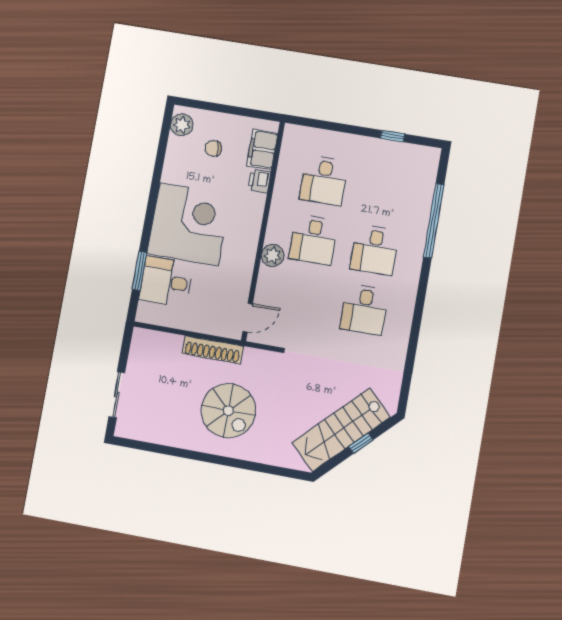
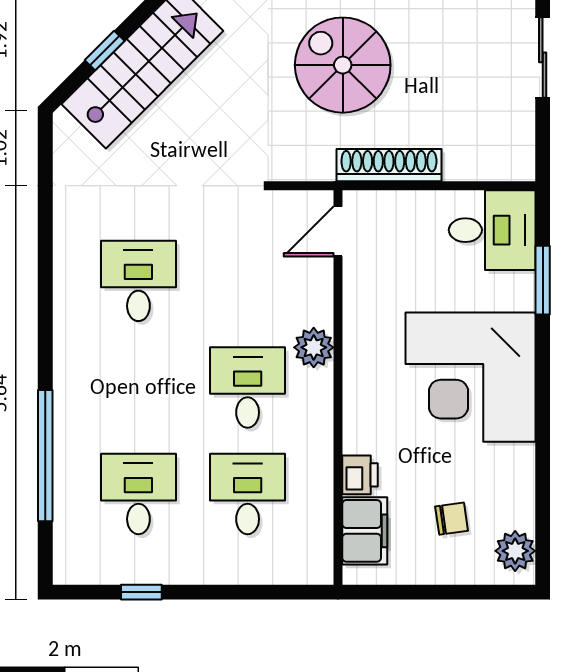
desk: (375, 250) -> (138, 494), moved
desk: (166, 282) -> (492, 230), moved

